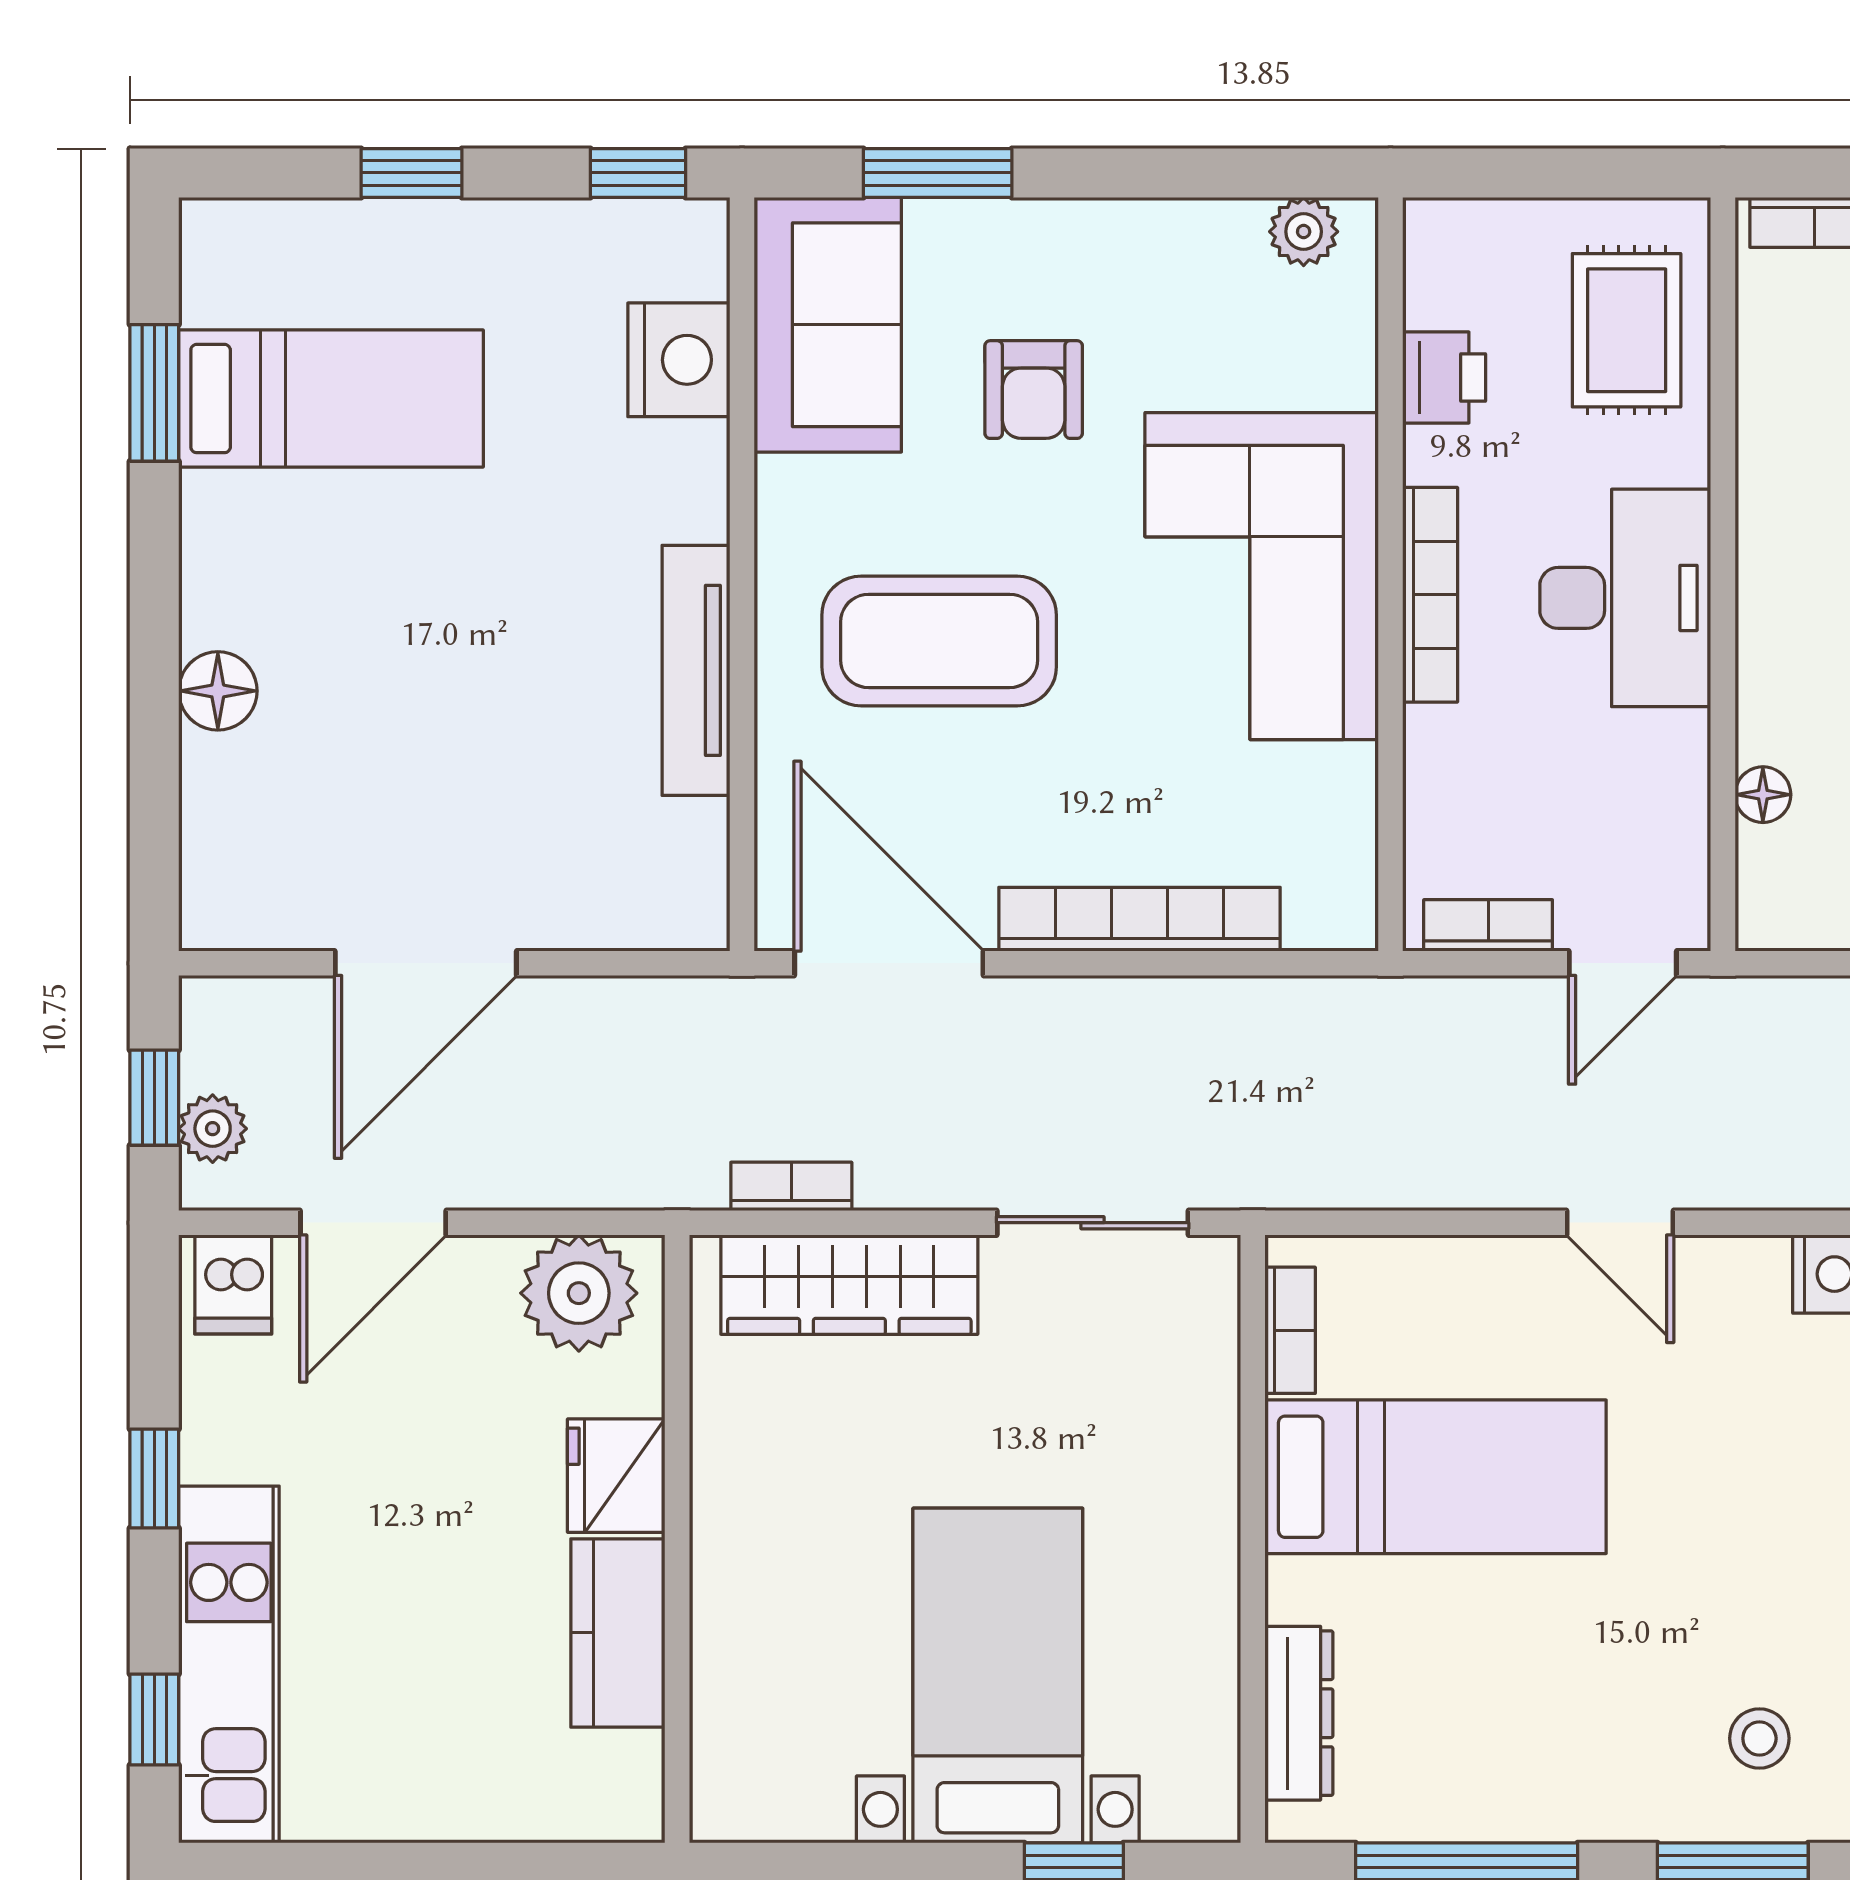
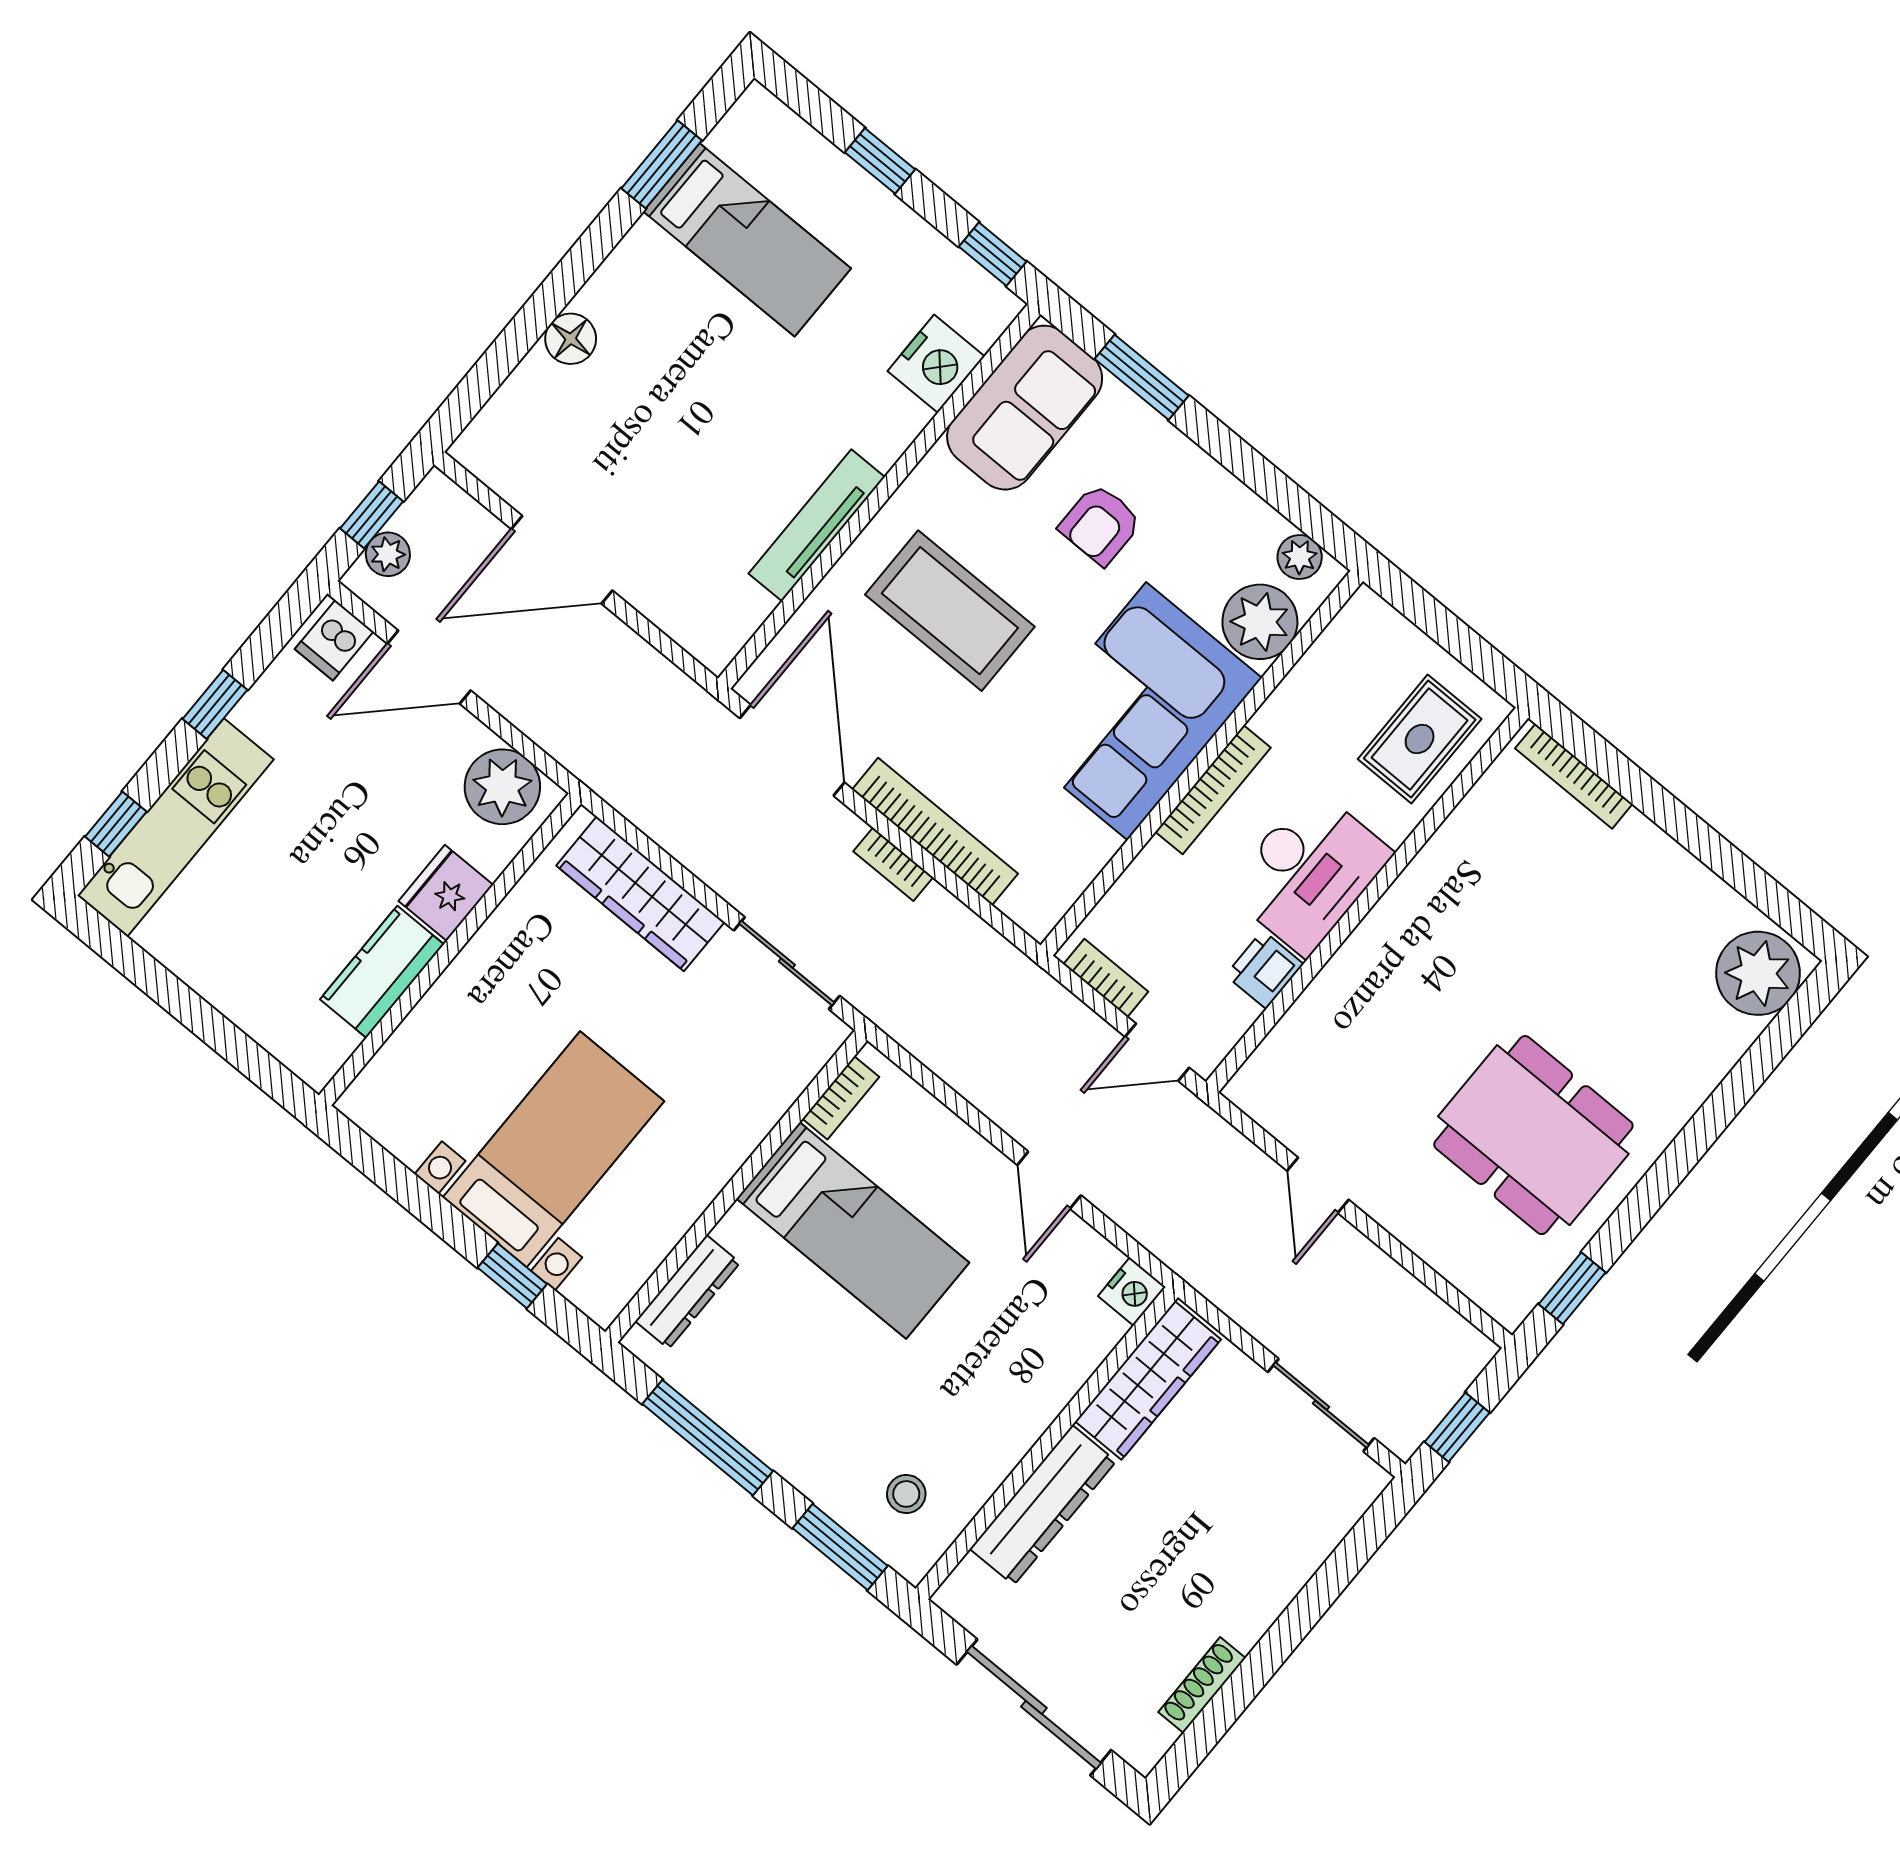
plant: (1320, 348) -> (1260, 622), added
printer: (1444, 377) -> (1264, 970), moved, turned 180
floor lamp: (1763, 795) -> (1296, 1026), removed
bookcase: (791, 1186) -> (893, 864), moved, turned 180

